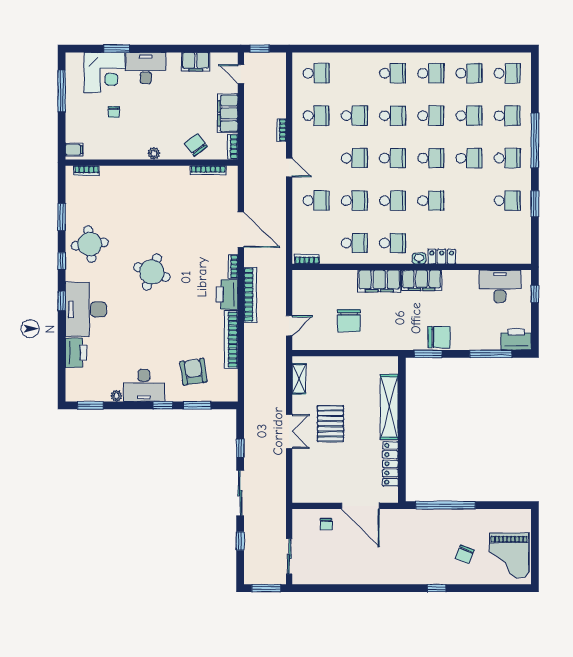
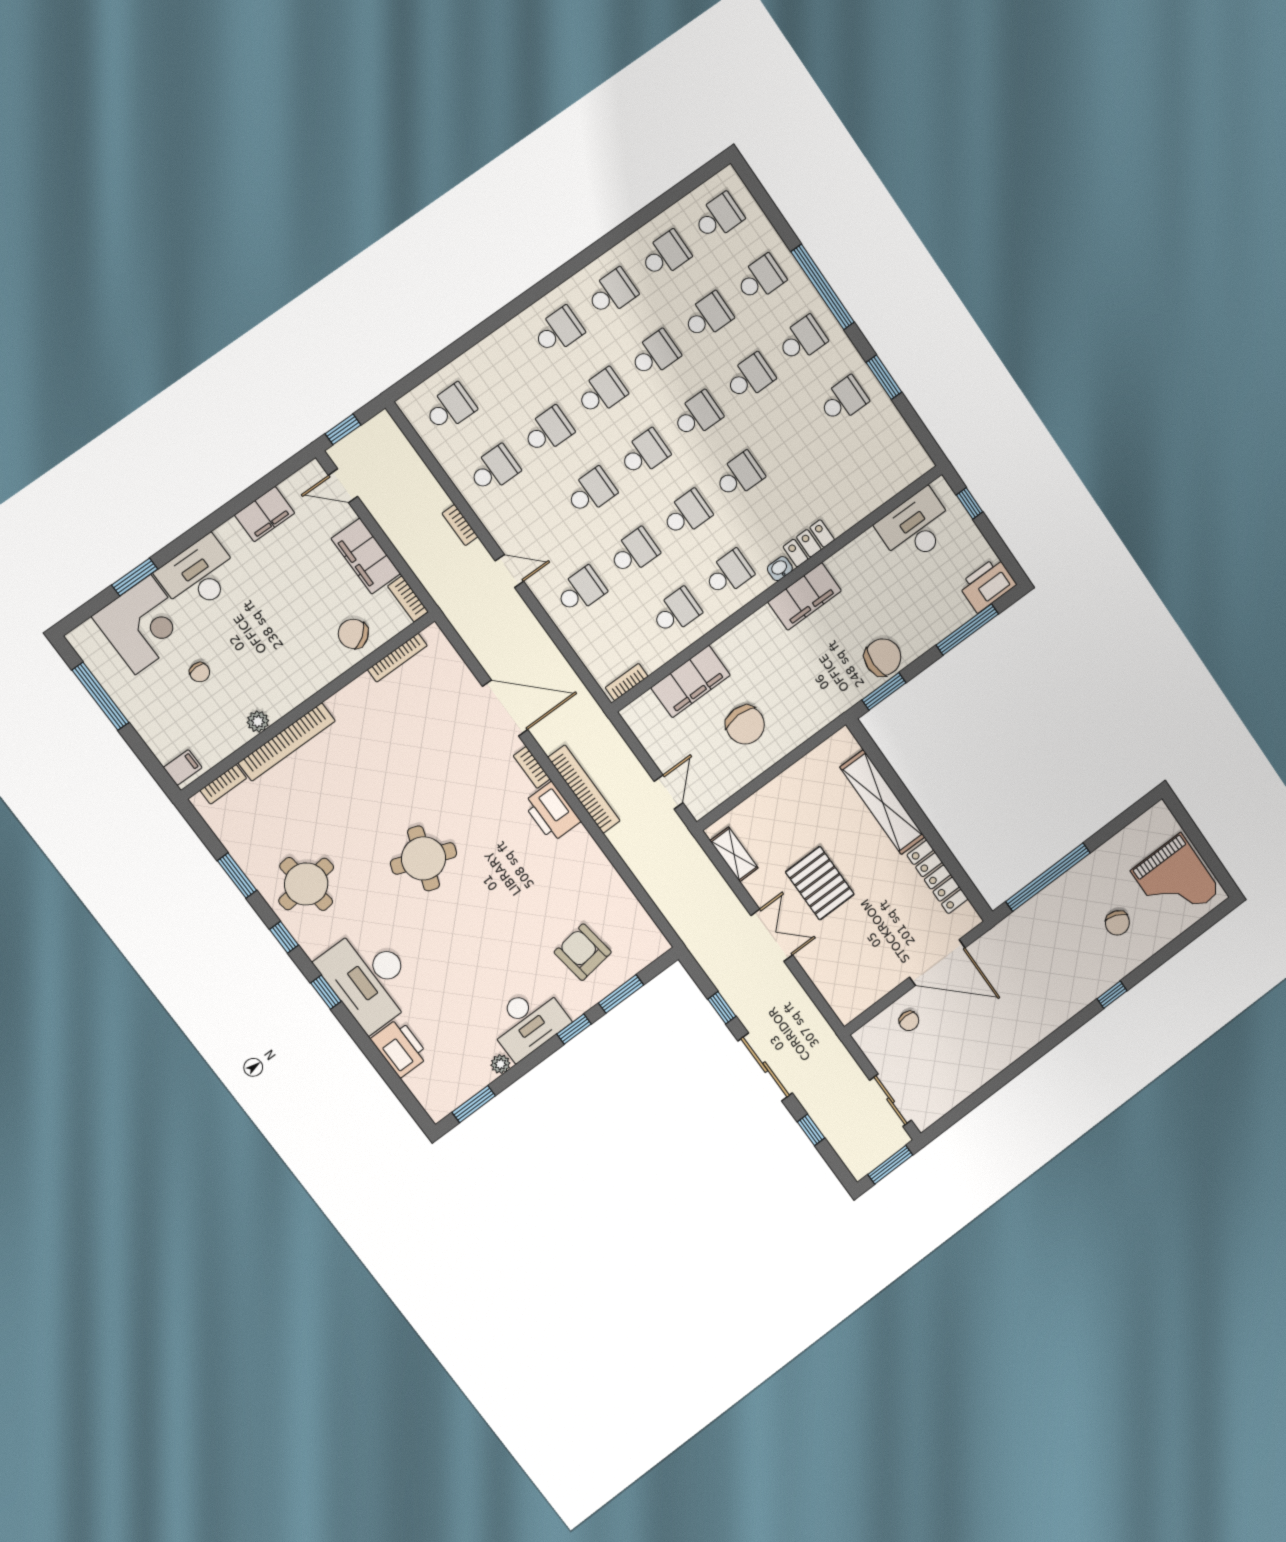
plant: (154, 153) -> (258, 722), moved
filing cabinet: (379, 281) -> (691, 681), moved
bookcase: (231, 340) -> (287, 742), moved, turned -90

